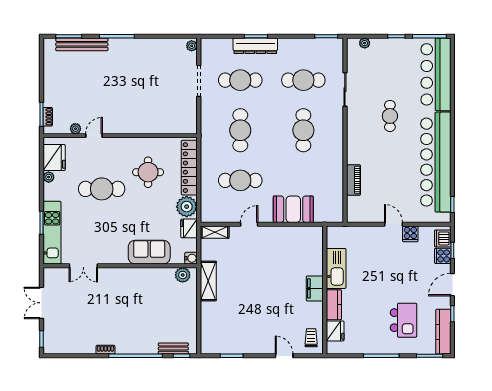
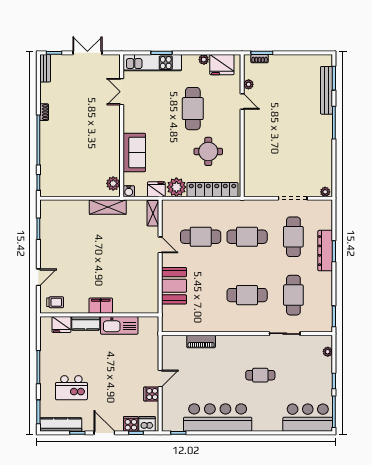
bar counter: (436, 74) -> (308, 418), width x0.73
bar counter: (436, 162) -> (218, 418), width x0.73
cafe table: (240, 180) -> (201, 237), turned 90
bench: (173, 349) -> (45, 68), moved

